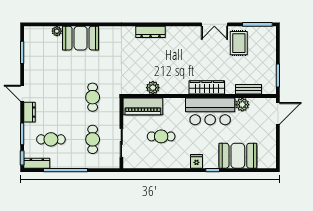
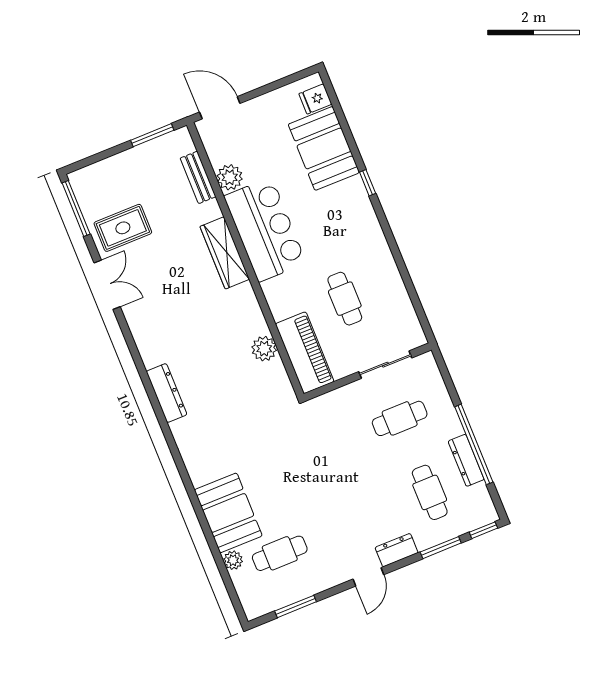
cafe table: (93, 97) -> (280, 553), moved
fridge: (196, 161) -> (315, 99), moved
dresser: (37, 163) -> (466, 460), moved

